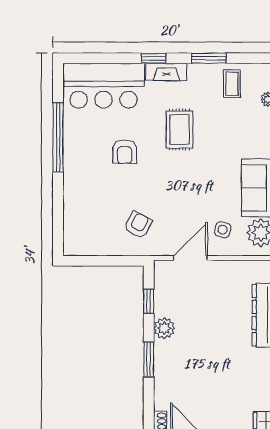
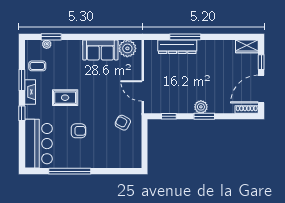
fireplace: (166, 72) -> (30, 92), moved
side table: (223, 230) -> (126, 72), removed
plant: (164, 328) -> (201, 107), moved

